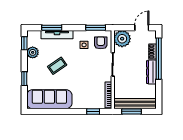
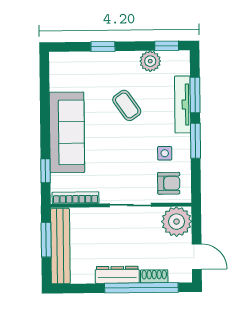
window: (96, 28) -> (195, 141), moved
sofa: (49, 99) -> (67, 132), moved

